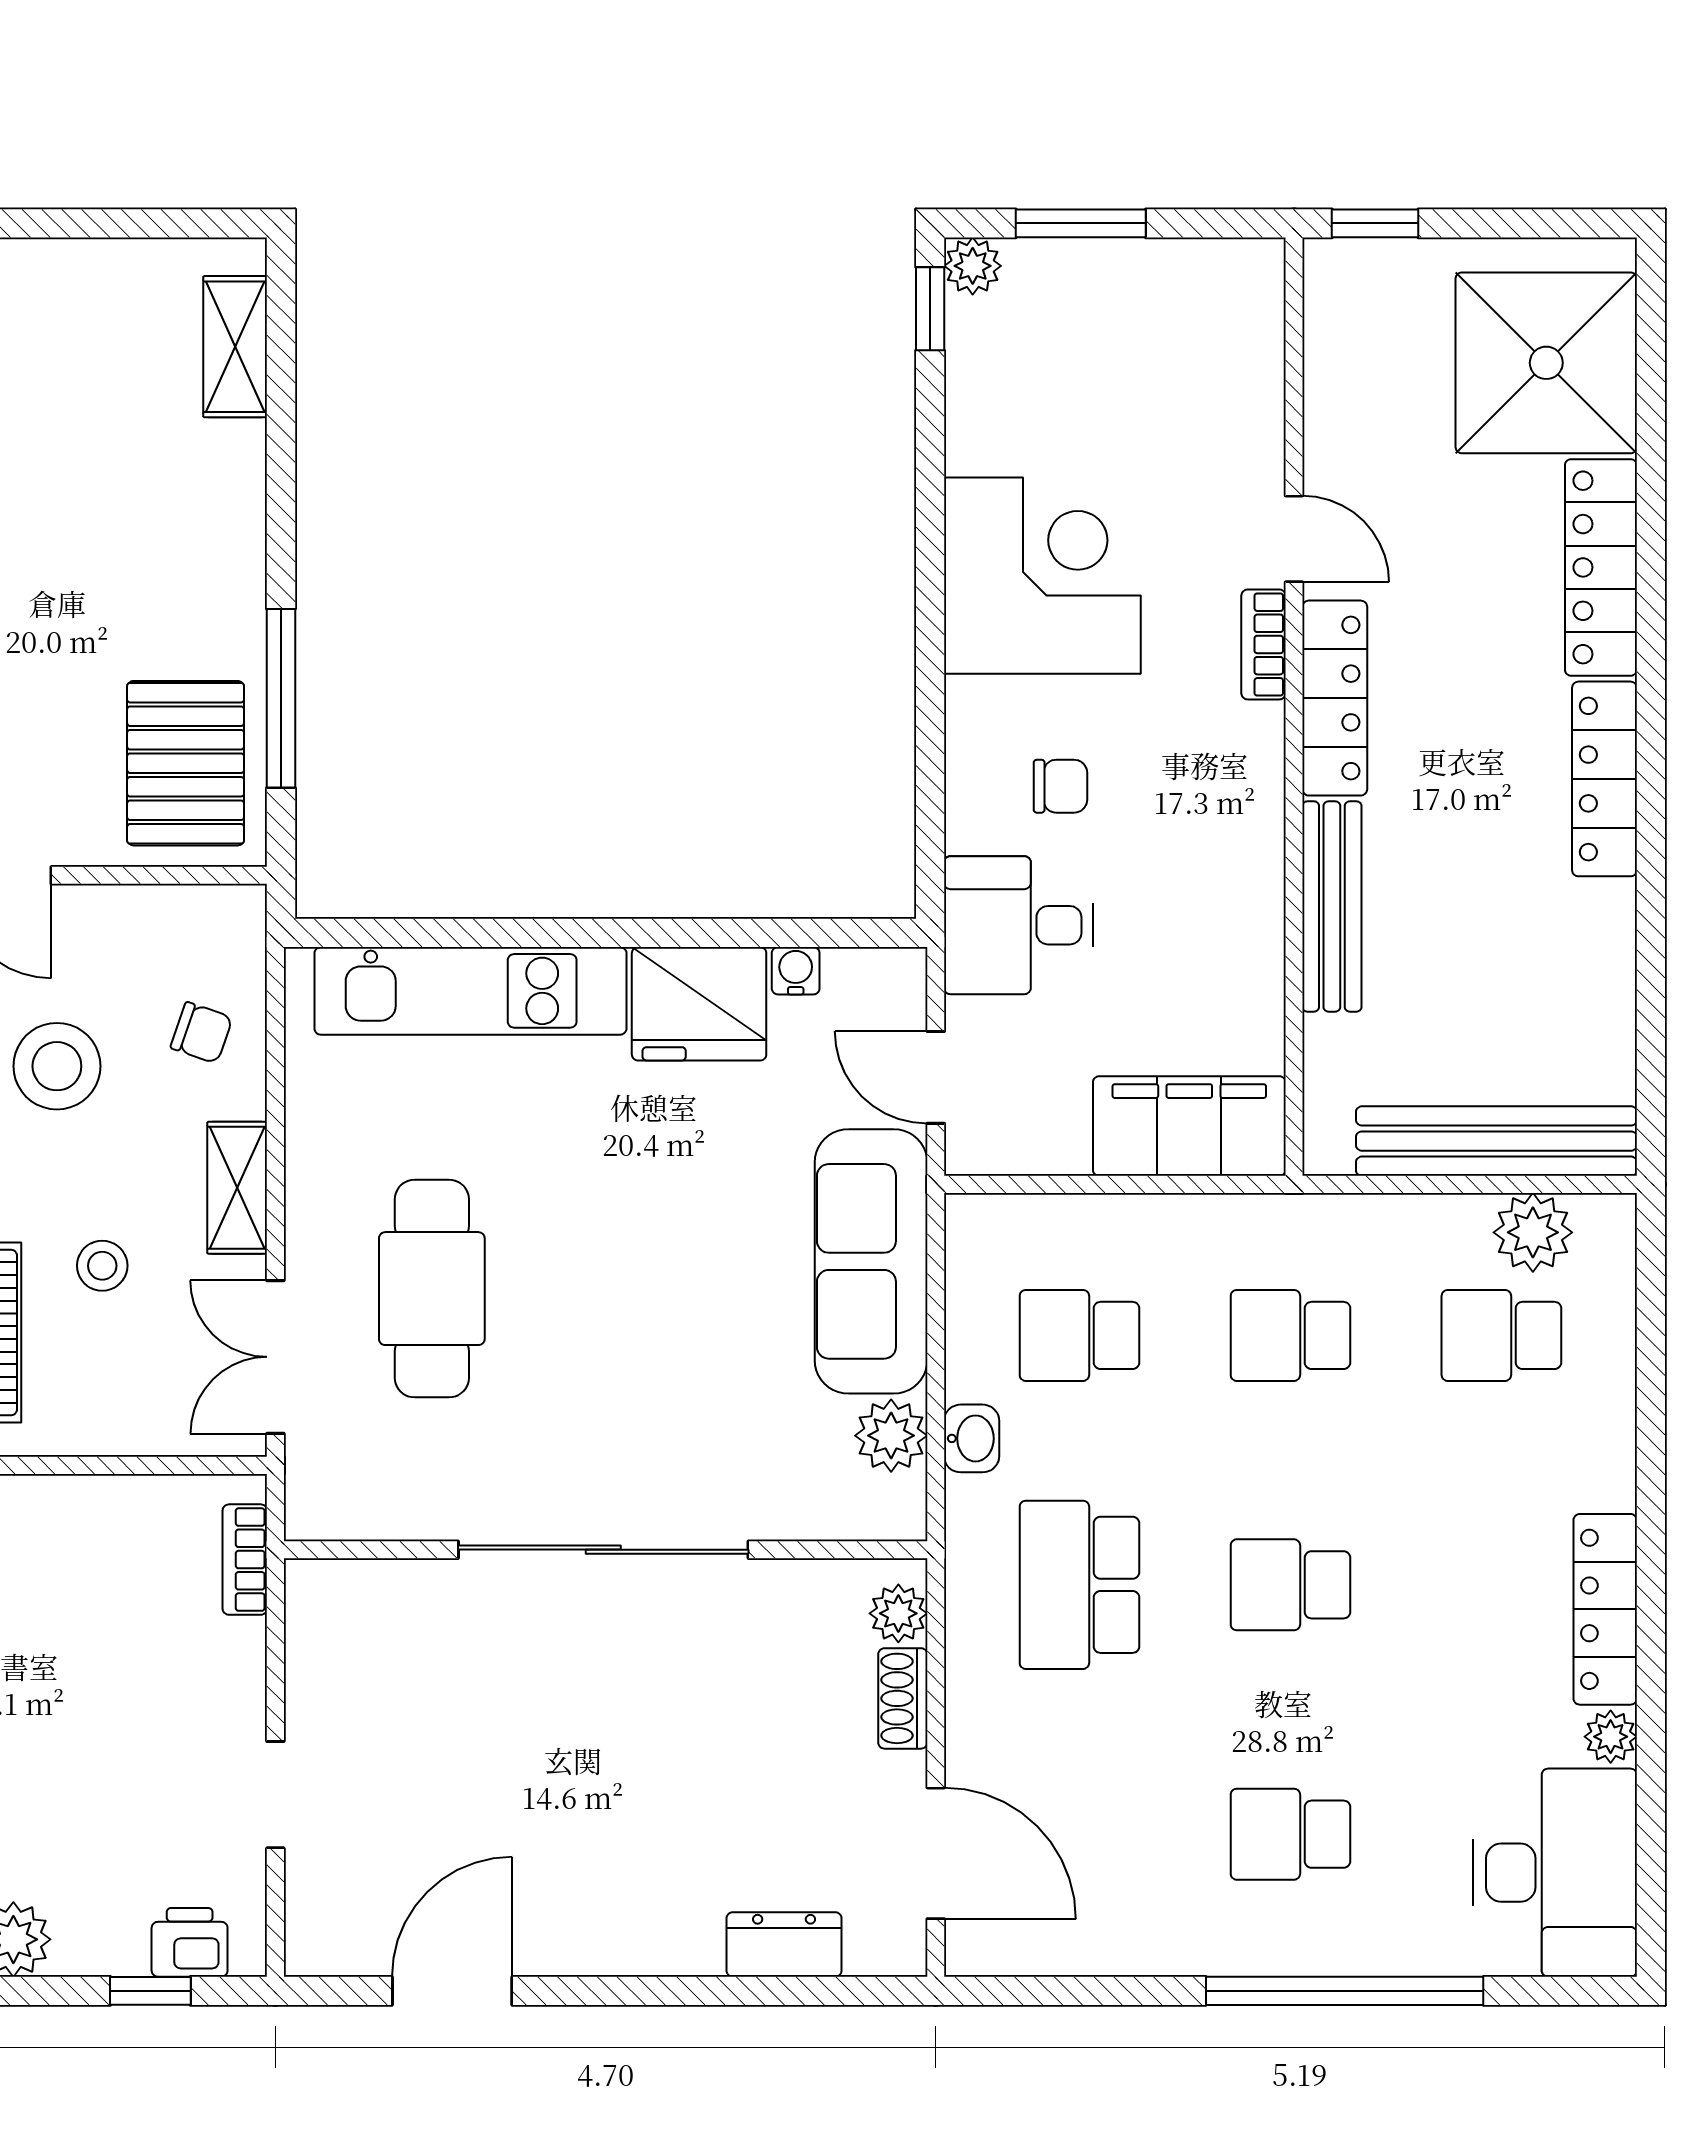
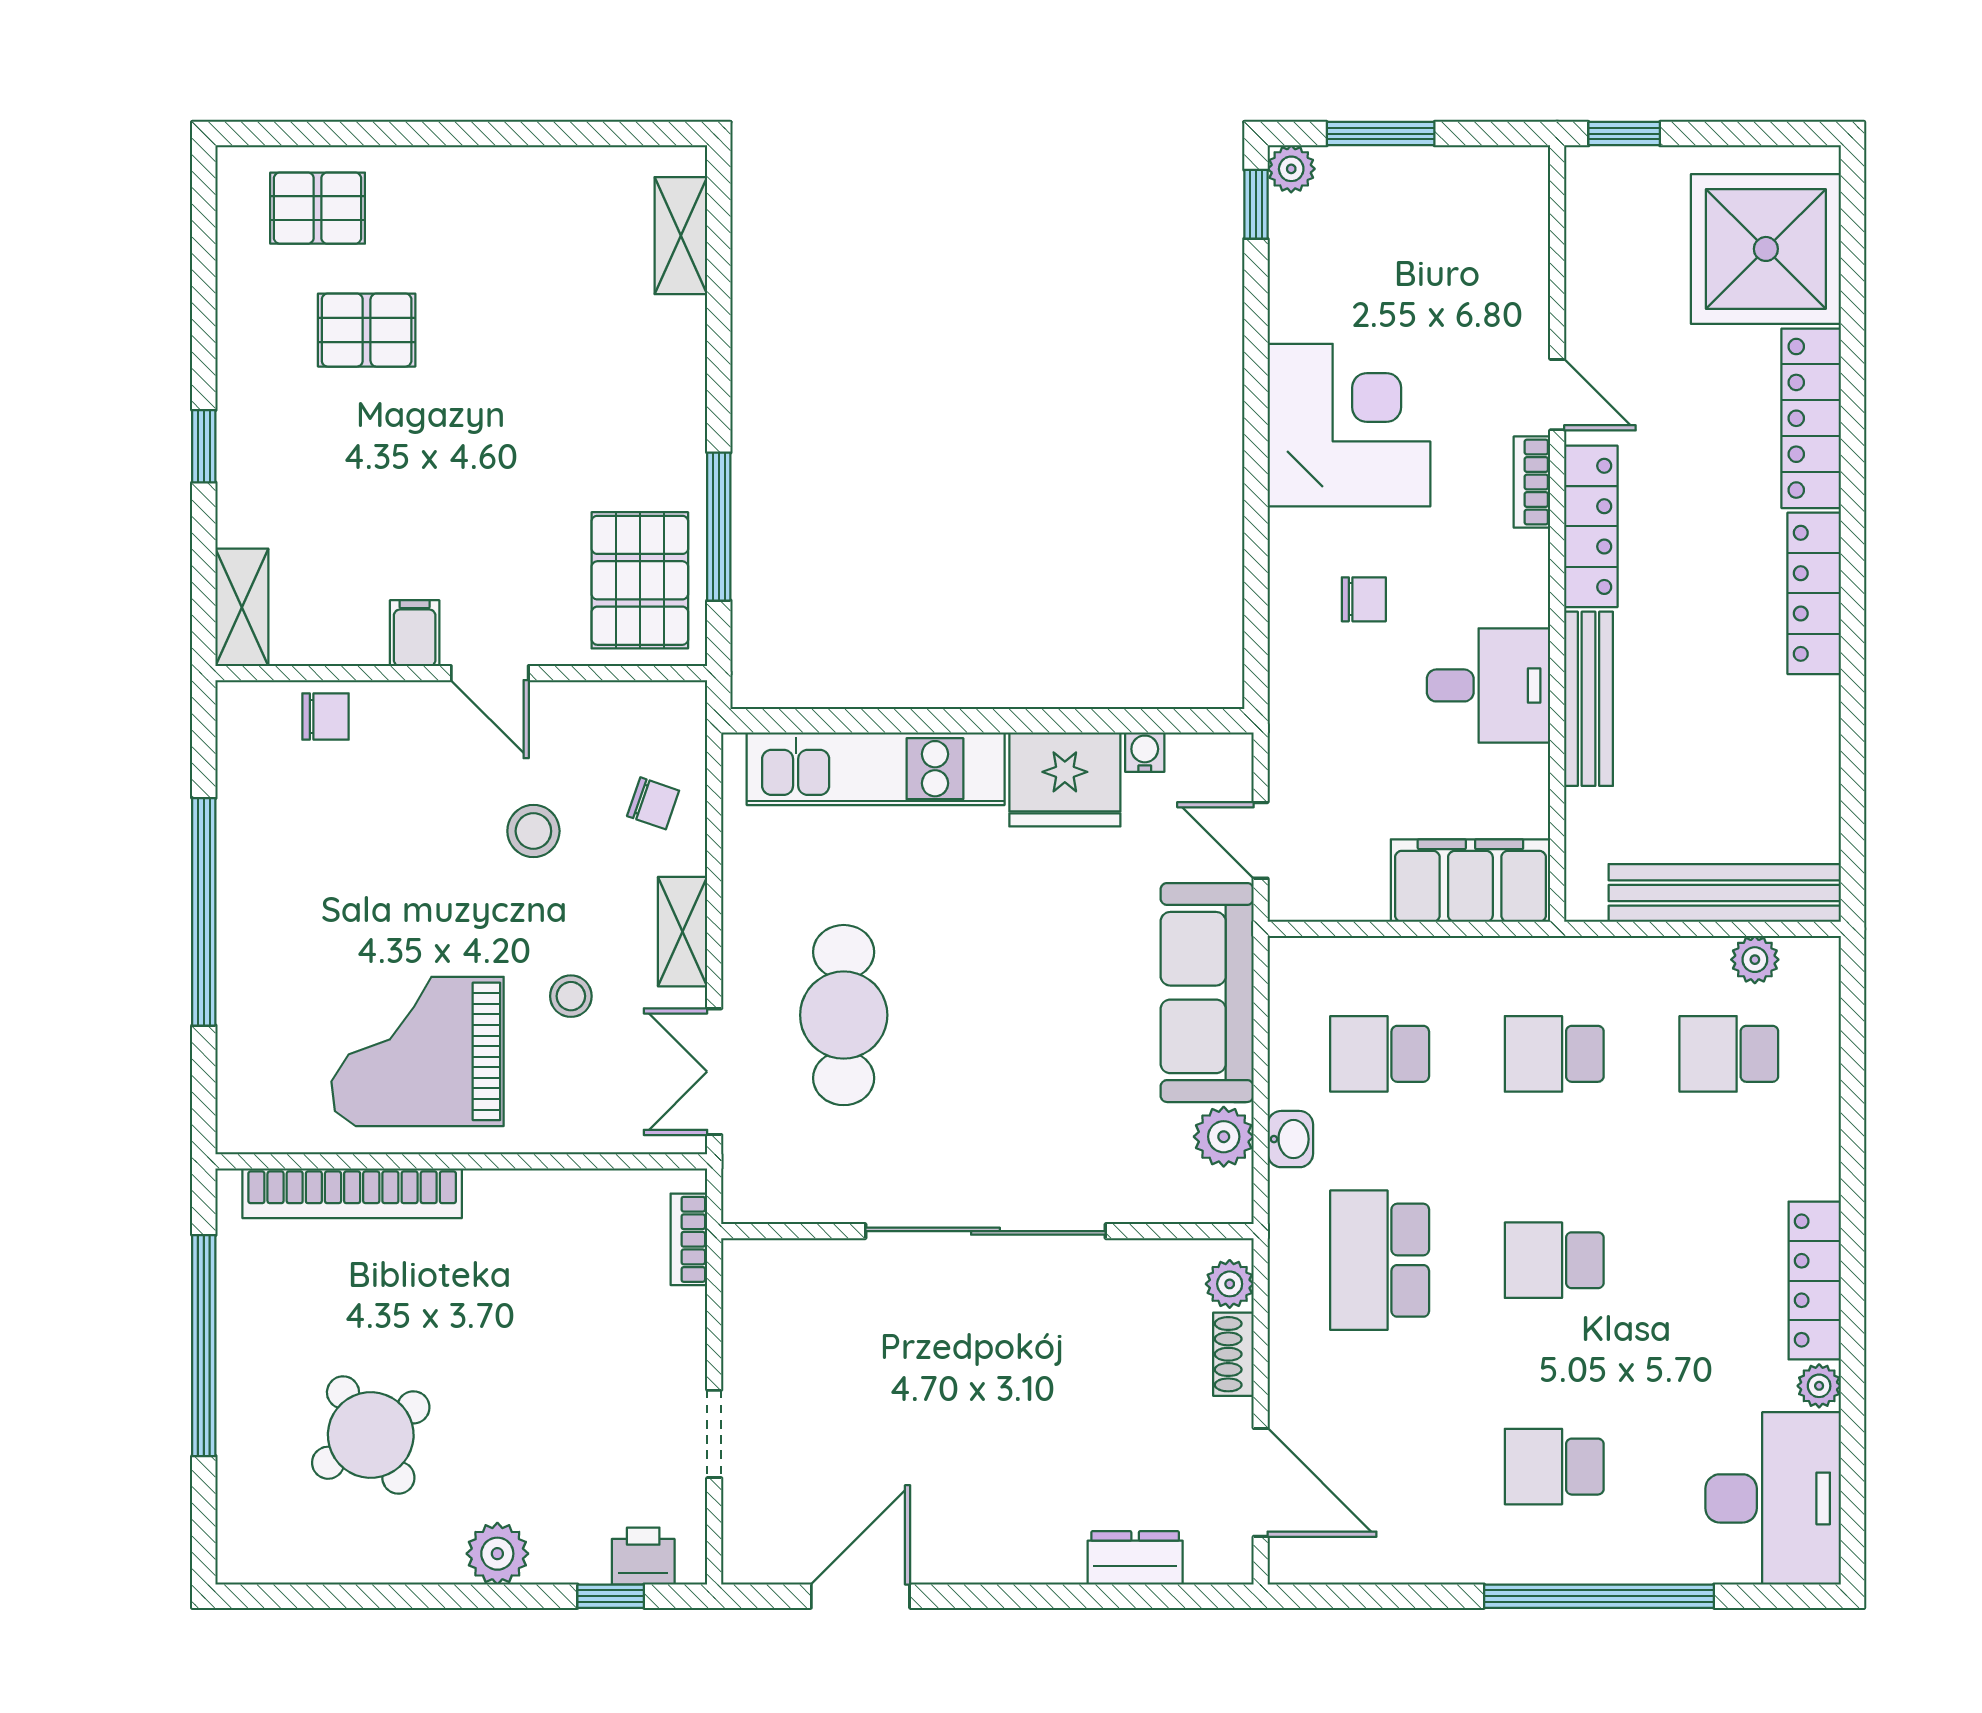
desk: (1019, 925) -> (1488, 685), moved, turned 180
stool: (57, 1066) -> (533, 831), width x0.73, depth x0.73
plant: (1533, 1232) -> (1755, 960), width x0.73, depth x0.73

